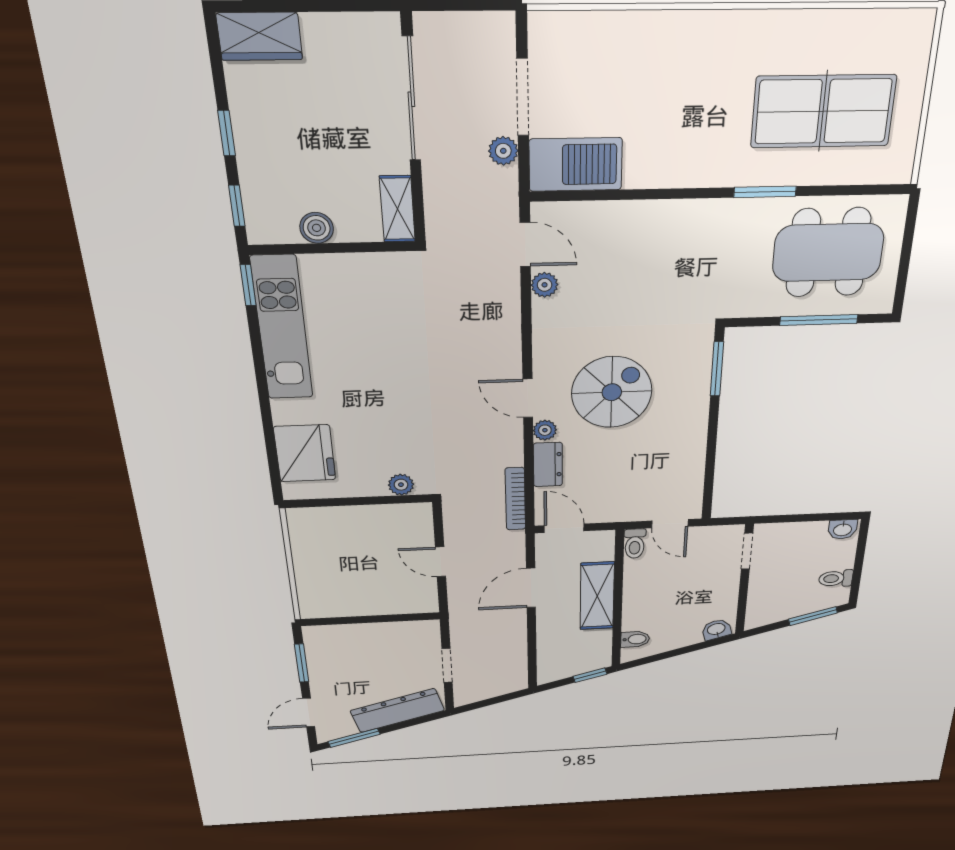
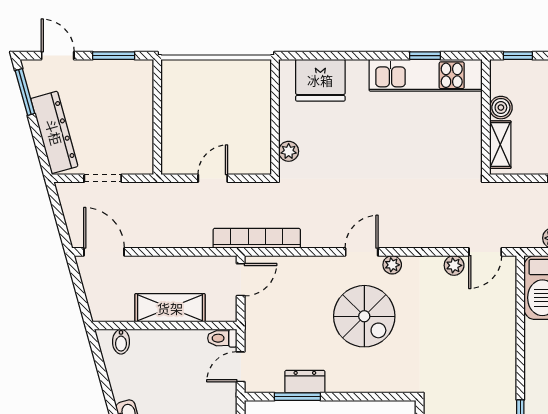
shelving: (397, 209) -> (500, 145), moved, turned 90
window: (248, 285) -> (425, 56), moved
window: (717, 369) -> (297, 397), moved
plant: (545, 430) -> (392, 265), moved
dresser: (548, 465) -> (305, 382), moved, turned 180
bookcase: (515, 499) -> (257, 238), width x1.48, depth x1.31
door: (531, 588) -> (104, 252), moved
window: (590, 675) -> (83, 303), removed

